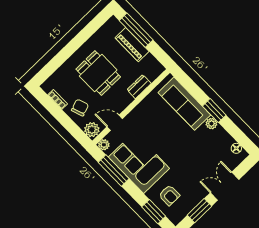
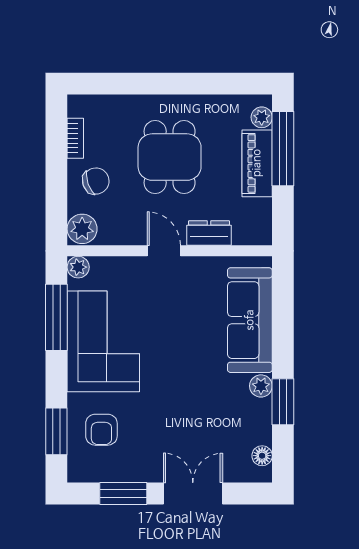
plant: (117, 26) -> (262, 117), added
window: (214, 111) -> (283, 402), moved
door: (115, 123) -> (164, 251), moved

